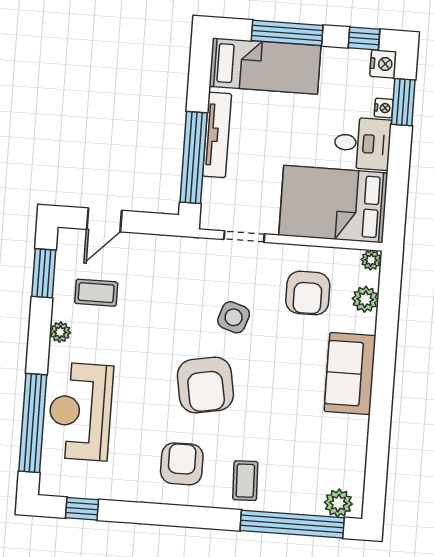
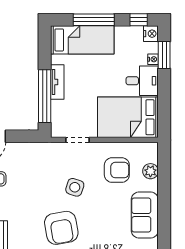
tv unit: (217, 135) -> (57, 82), width x0.71
plant: (371, 260) -> (152, 148), removed
armchair: (308, 293) -> (117, 170), turned -90

